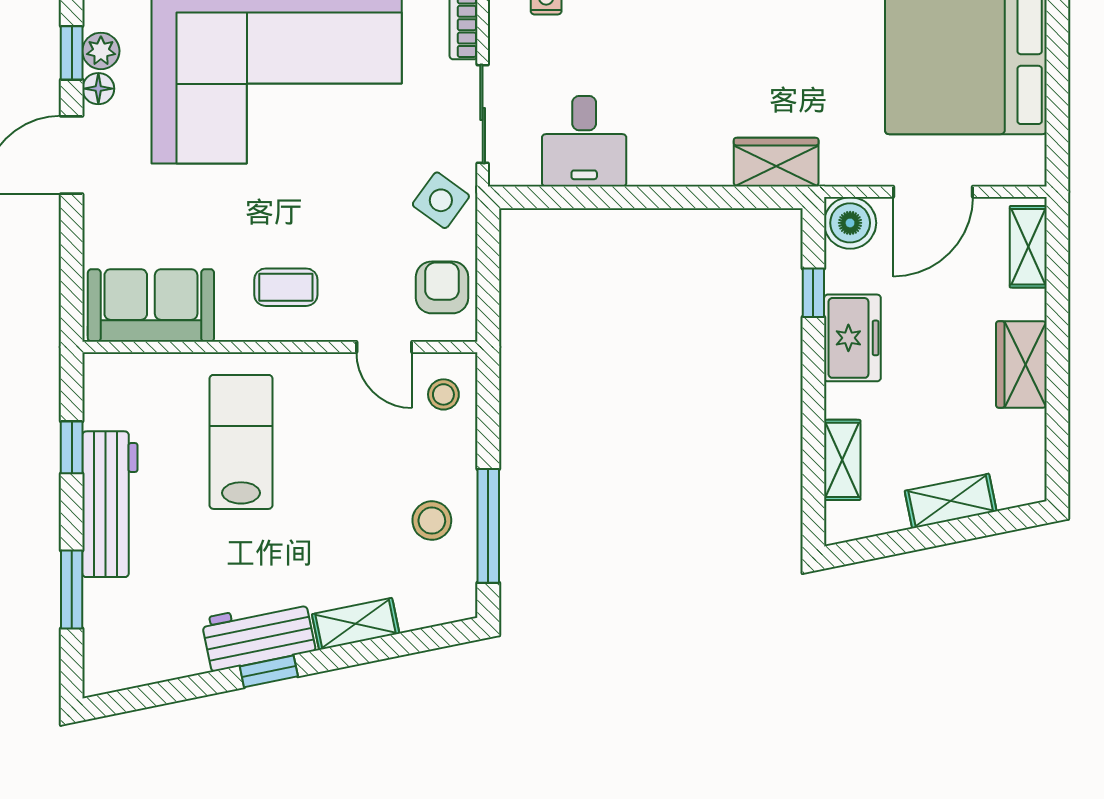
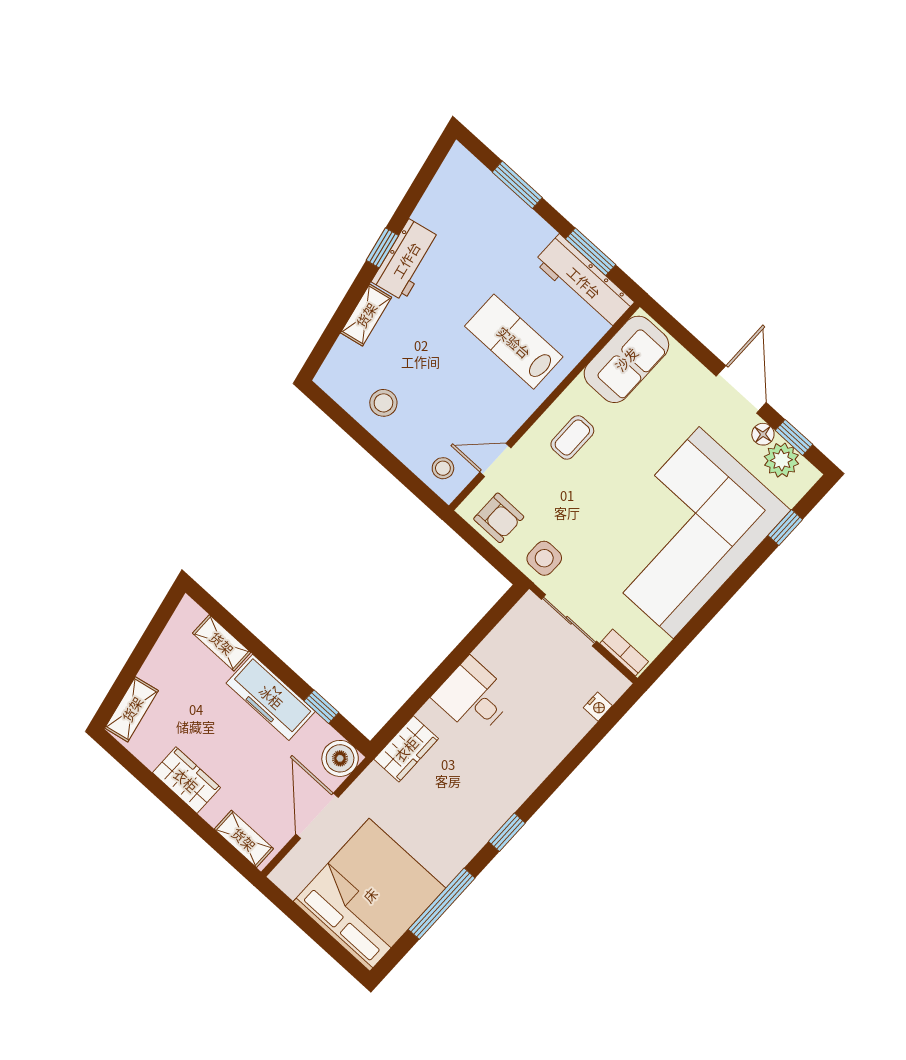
plant: (101, 51) -> (781, 460), width x1.38, depth x1.38
desk: (584, 141) -> (473, 697), moved
side table: (441, 200) -> (544, 558), turned -36
freezer: (852, 338) -> (271, 697), width x1.40
lab bench: (241, 442) -> (514, 342), turned 180
window: (72, 447) -> (591, 252), width x1.50
shelving: (951, 501) -> (132, 709), moved
workbench: (110, 504) -> (584, 282), moved
window: (488, 526) -> (354, 429), removed

